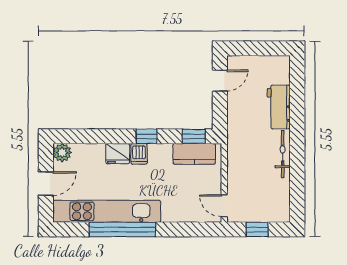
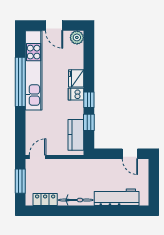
workbench: (279, 107) -> (117, 197), width x1.38
window: (194, 136) -> (89, 122), moved
locker: (282, 196) -> (45, 199), added
window: (257, 229) -> (20, 181), width x1.50

